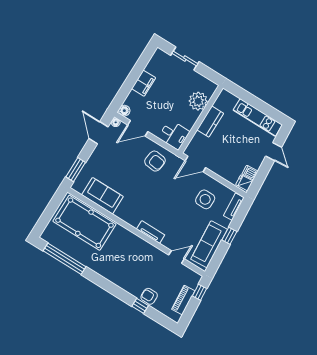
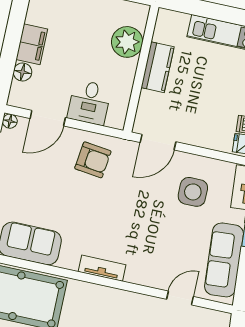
floor lamp: (124, 111) -> (23, 72), moved
desk: (174, 135) -> (89, 102), moved, turned 90
tv unit: (151, 232) -> (102, 268), moved

